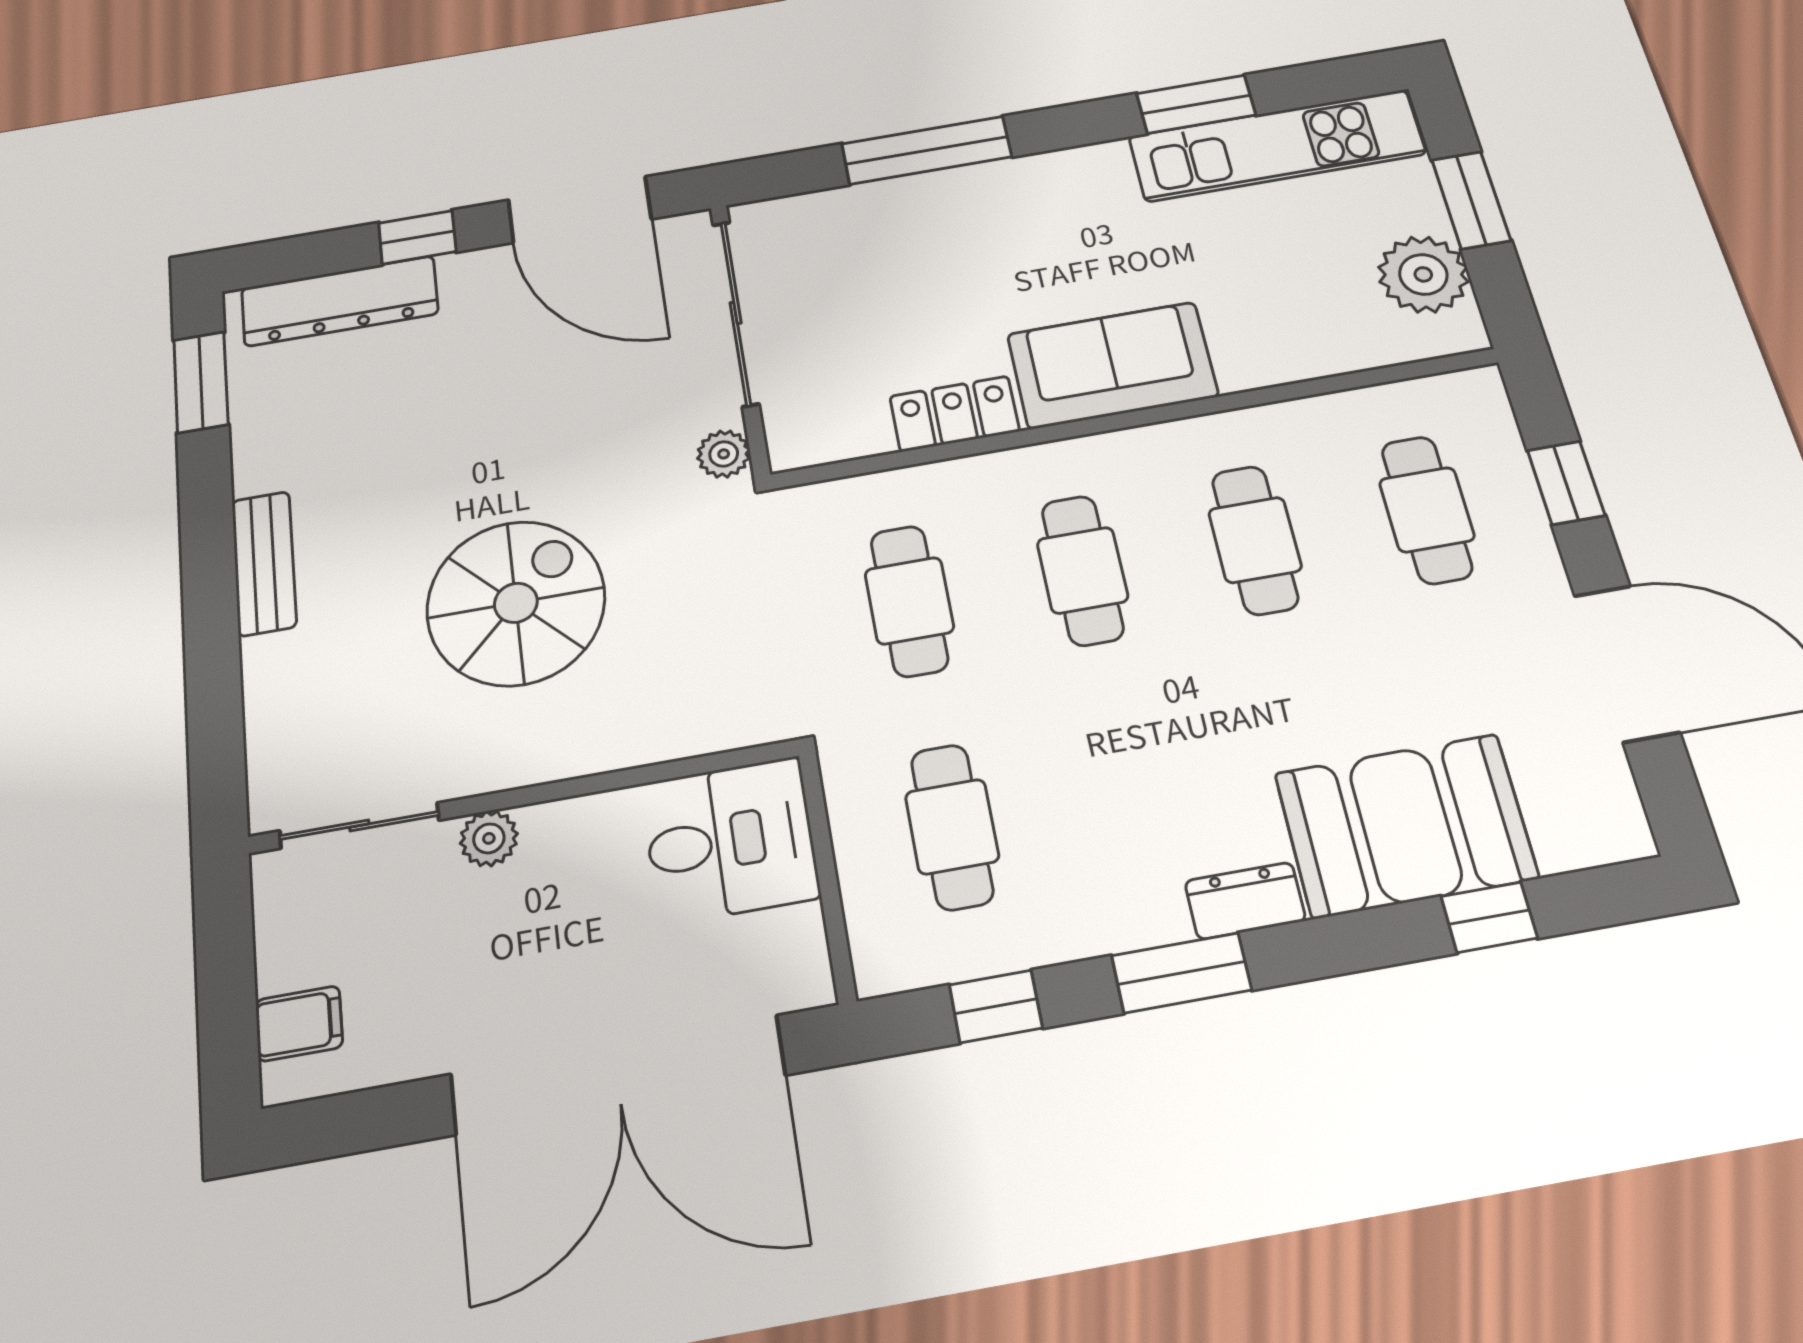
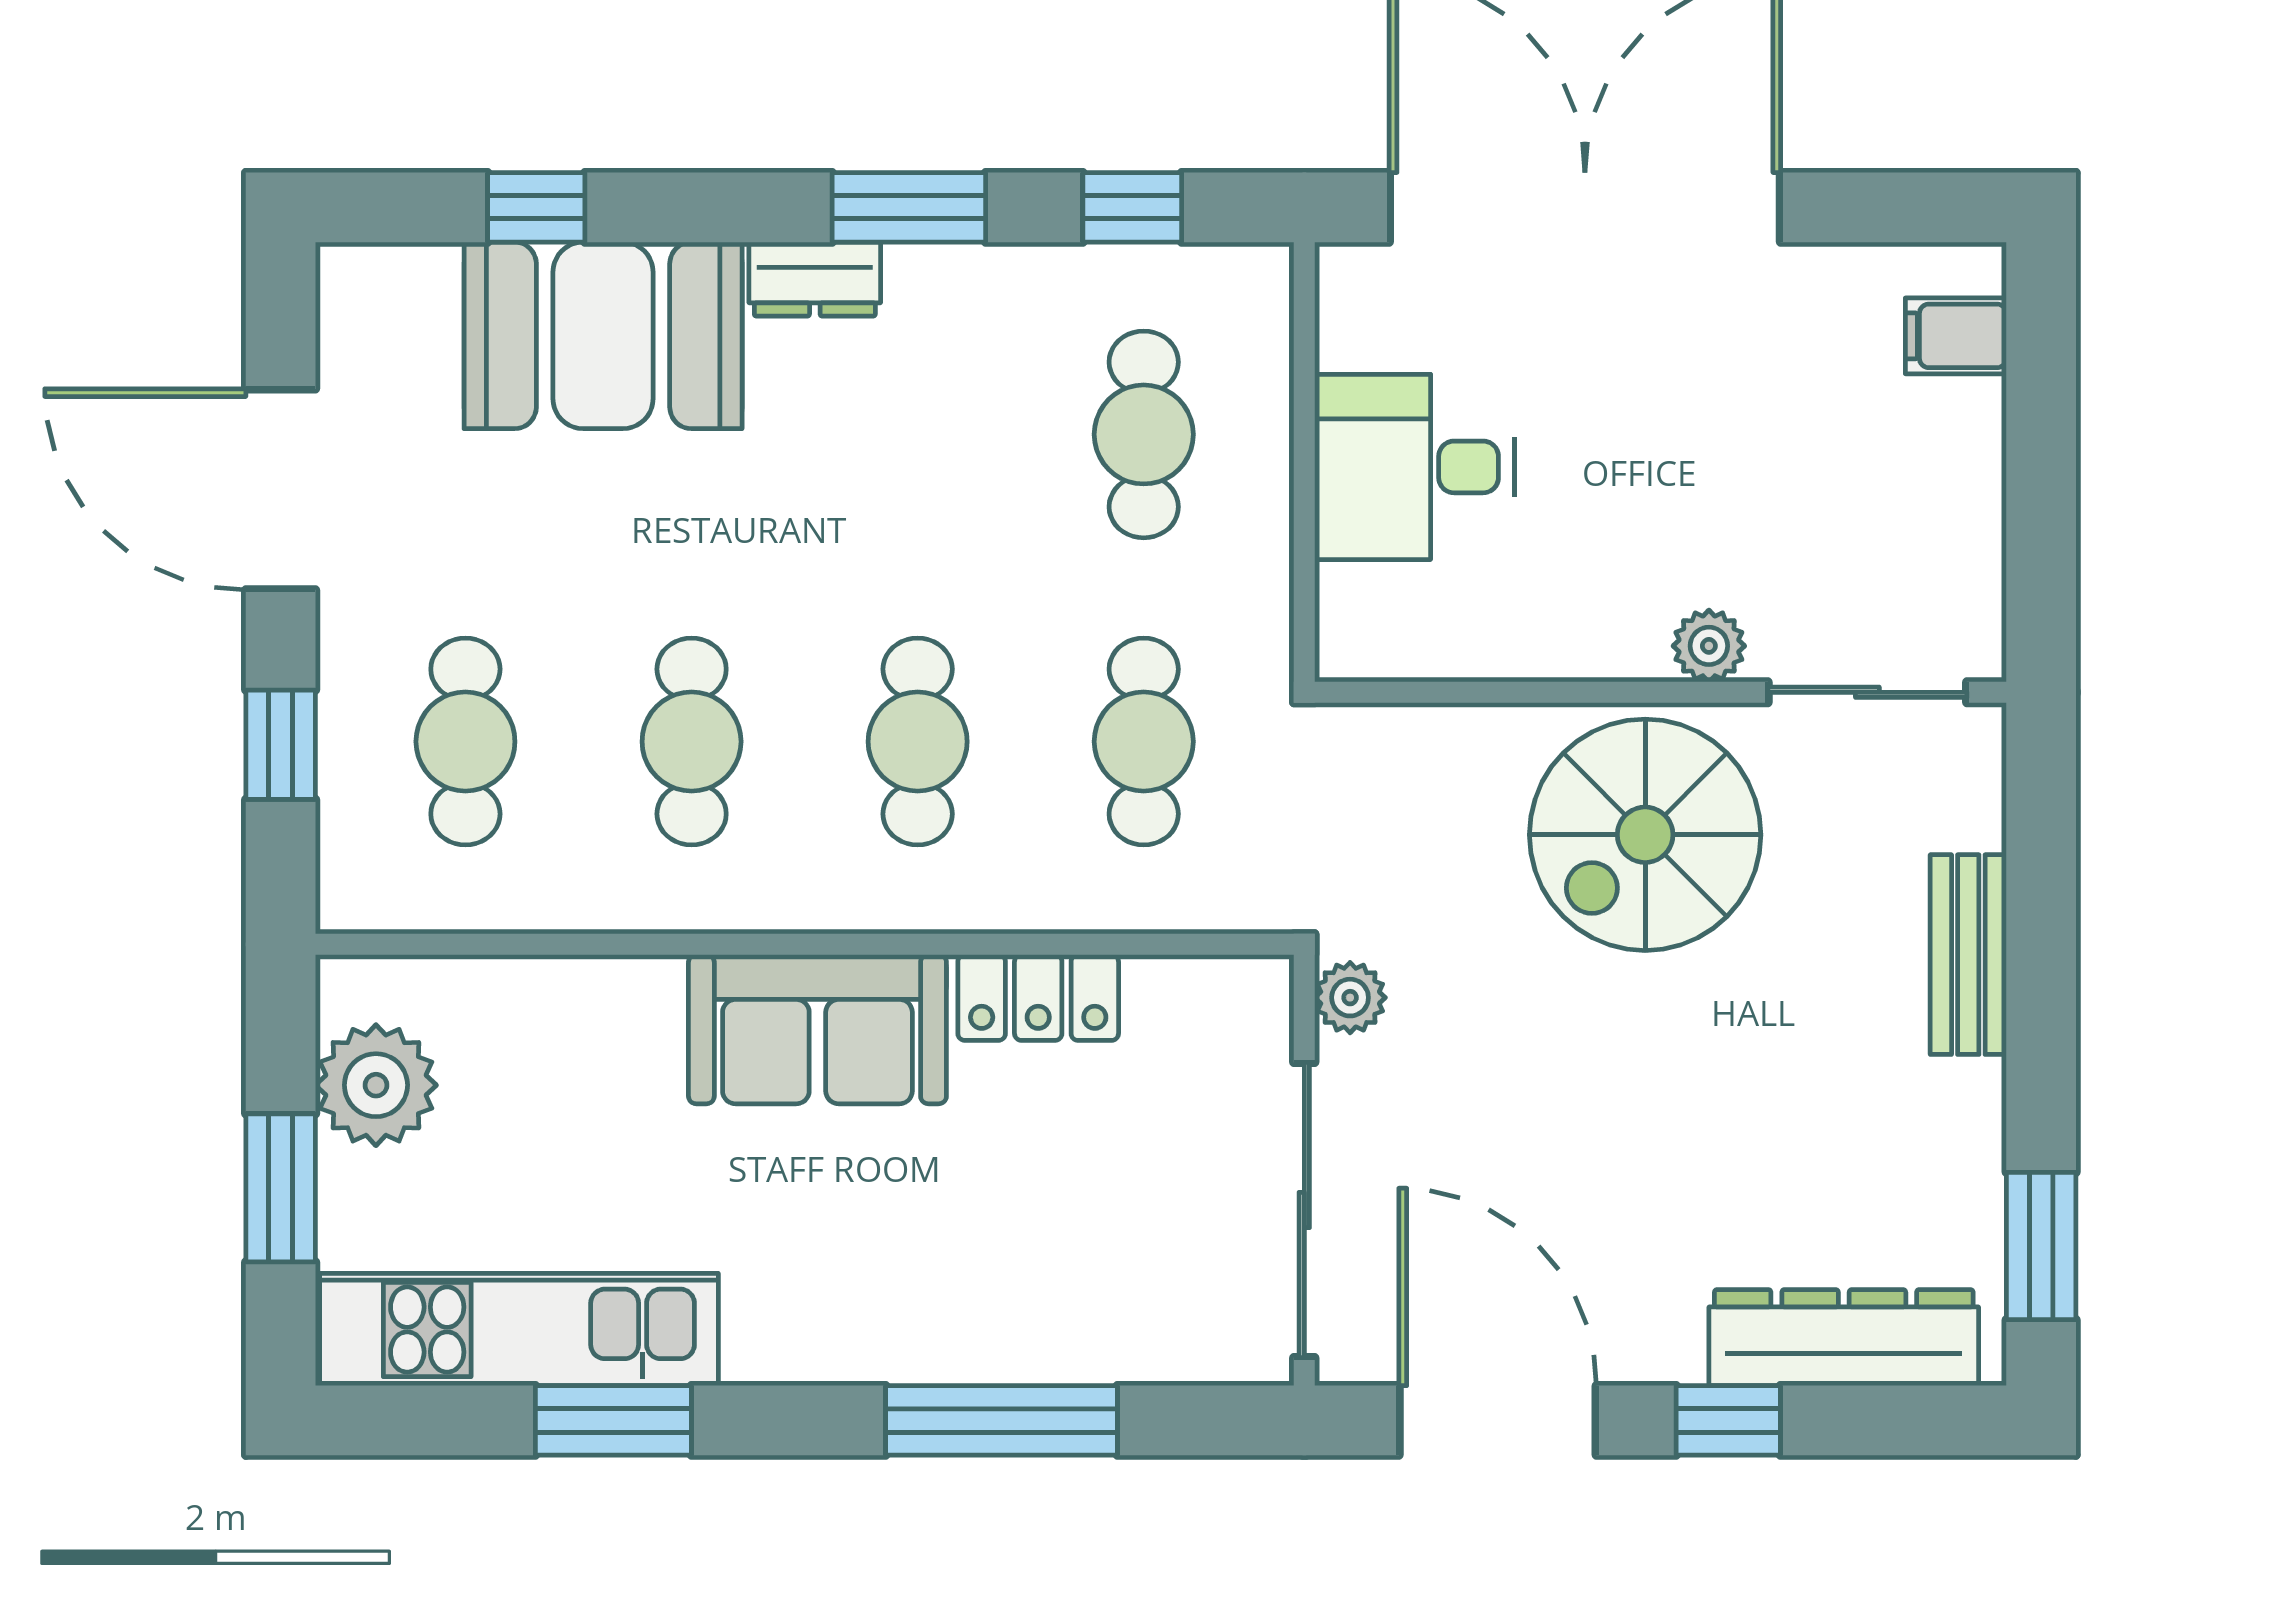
wall: (524, 796) -> (1661, 692), moved
sliding door: (359, 826) -> (1867, 692), moved
plant: (489, 838) -> (1709, 646), moved

